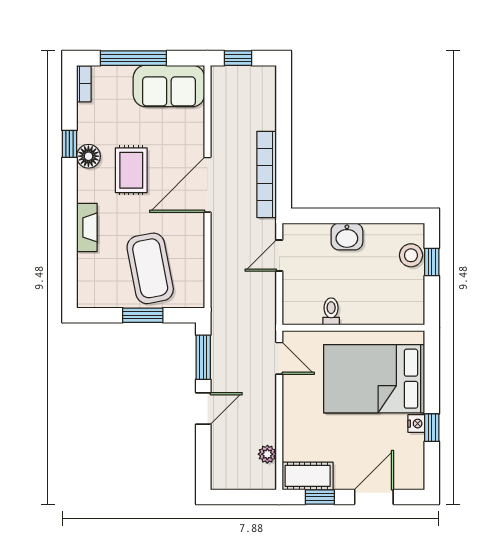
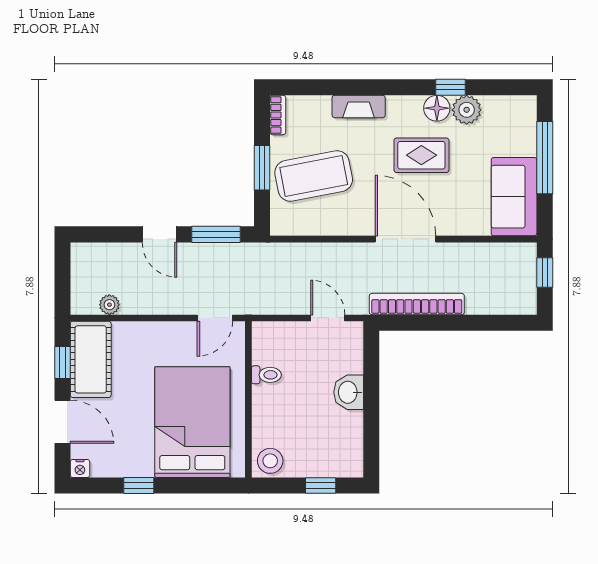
bookcase: (84, 84) -> (278, 115), moved, turned -90
plant: (90, 129) -> (467, 110), added
stool: (411, 255) -> (270, 461), moved
nightstand: (416, 424) -> (80, 468), moved
cot: (308, 476) -> (91, 359), width x1.37, depth x1.34

